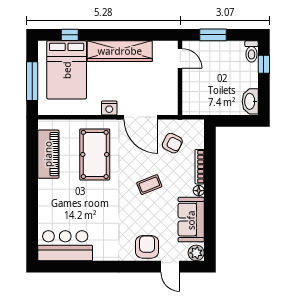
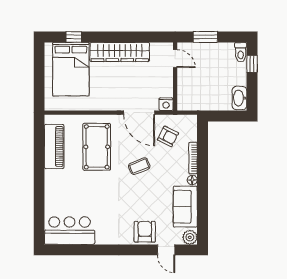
window: (32, 81) -> (39, 80), removed
nightstand: (109, 108) -> (166, 104), moved
coffee table: (149, 185) -> (139, 166), moved

